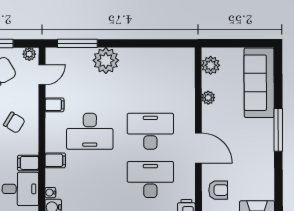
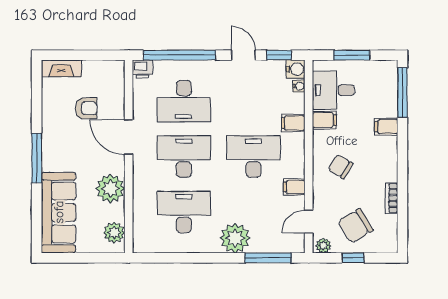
desk: (150, 83) -> (184, 212), added
plant: (208, 98) -> (110, 189), width x1.87, depth x1.87
desk: (150, 131) -> (184, 156), turned 180
armchair: (218, 190) -> (86, 108), moved, turned 180

